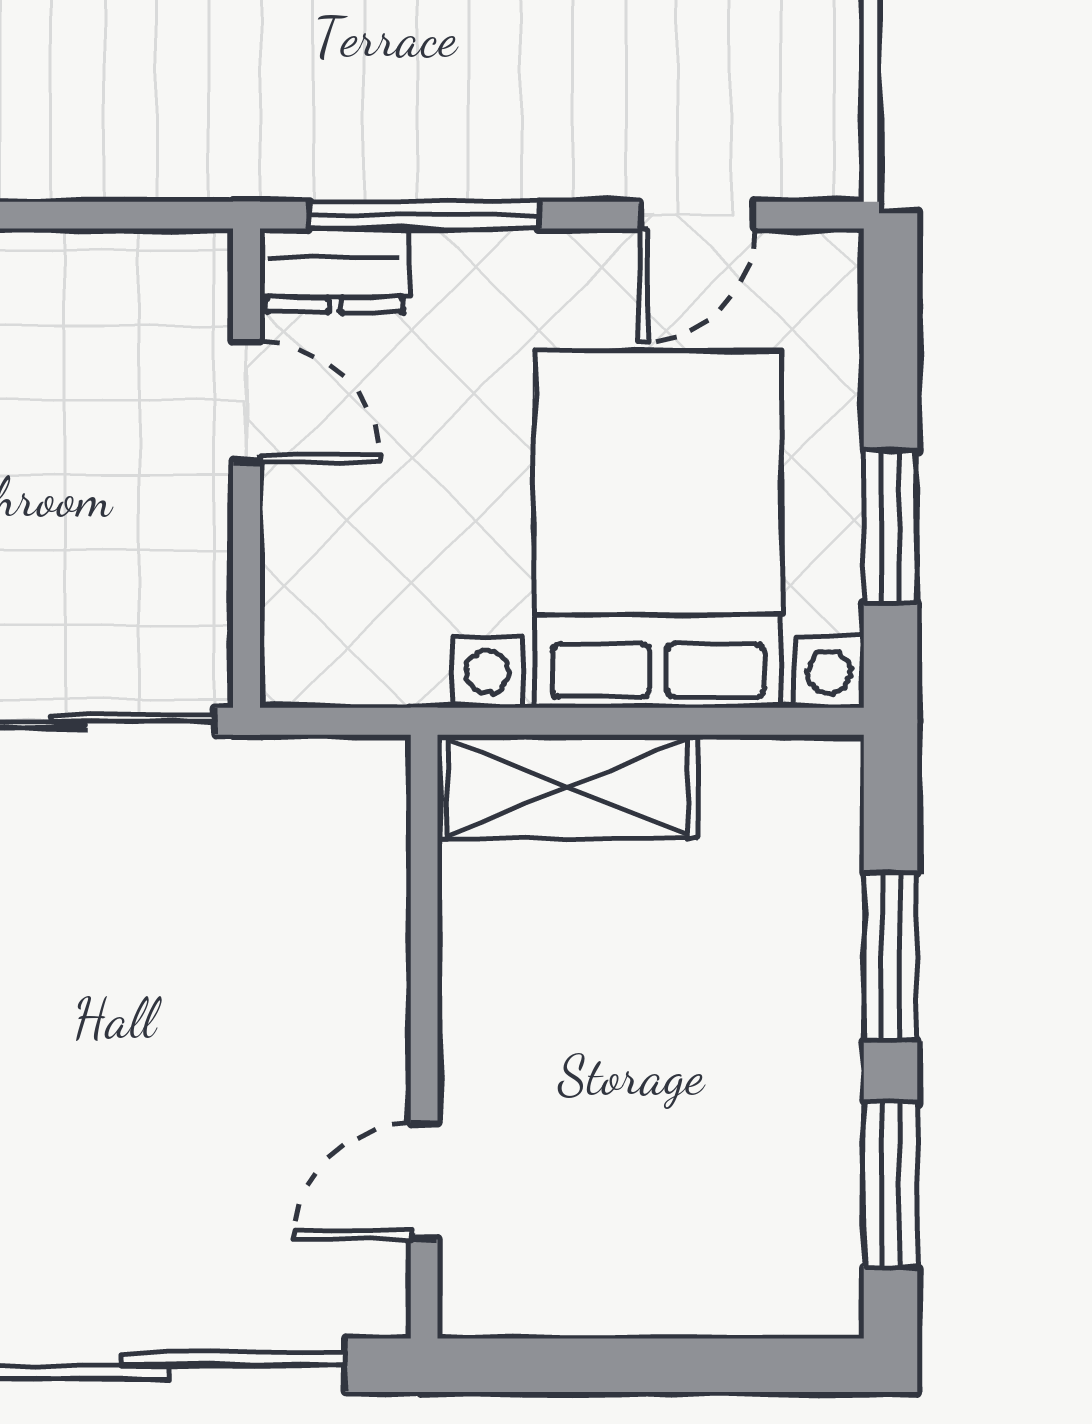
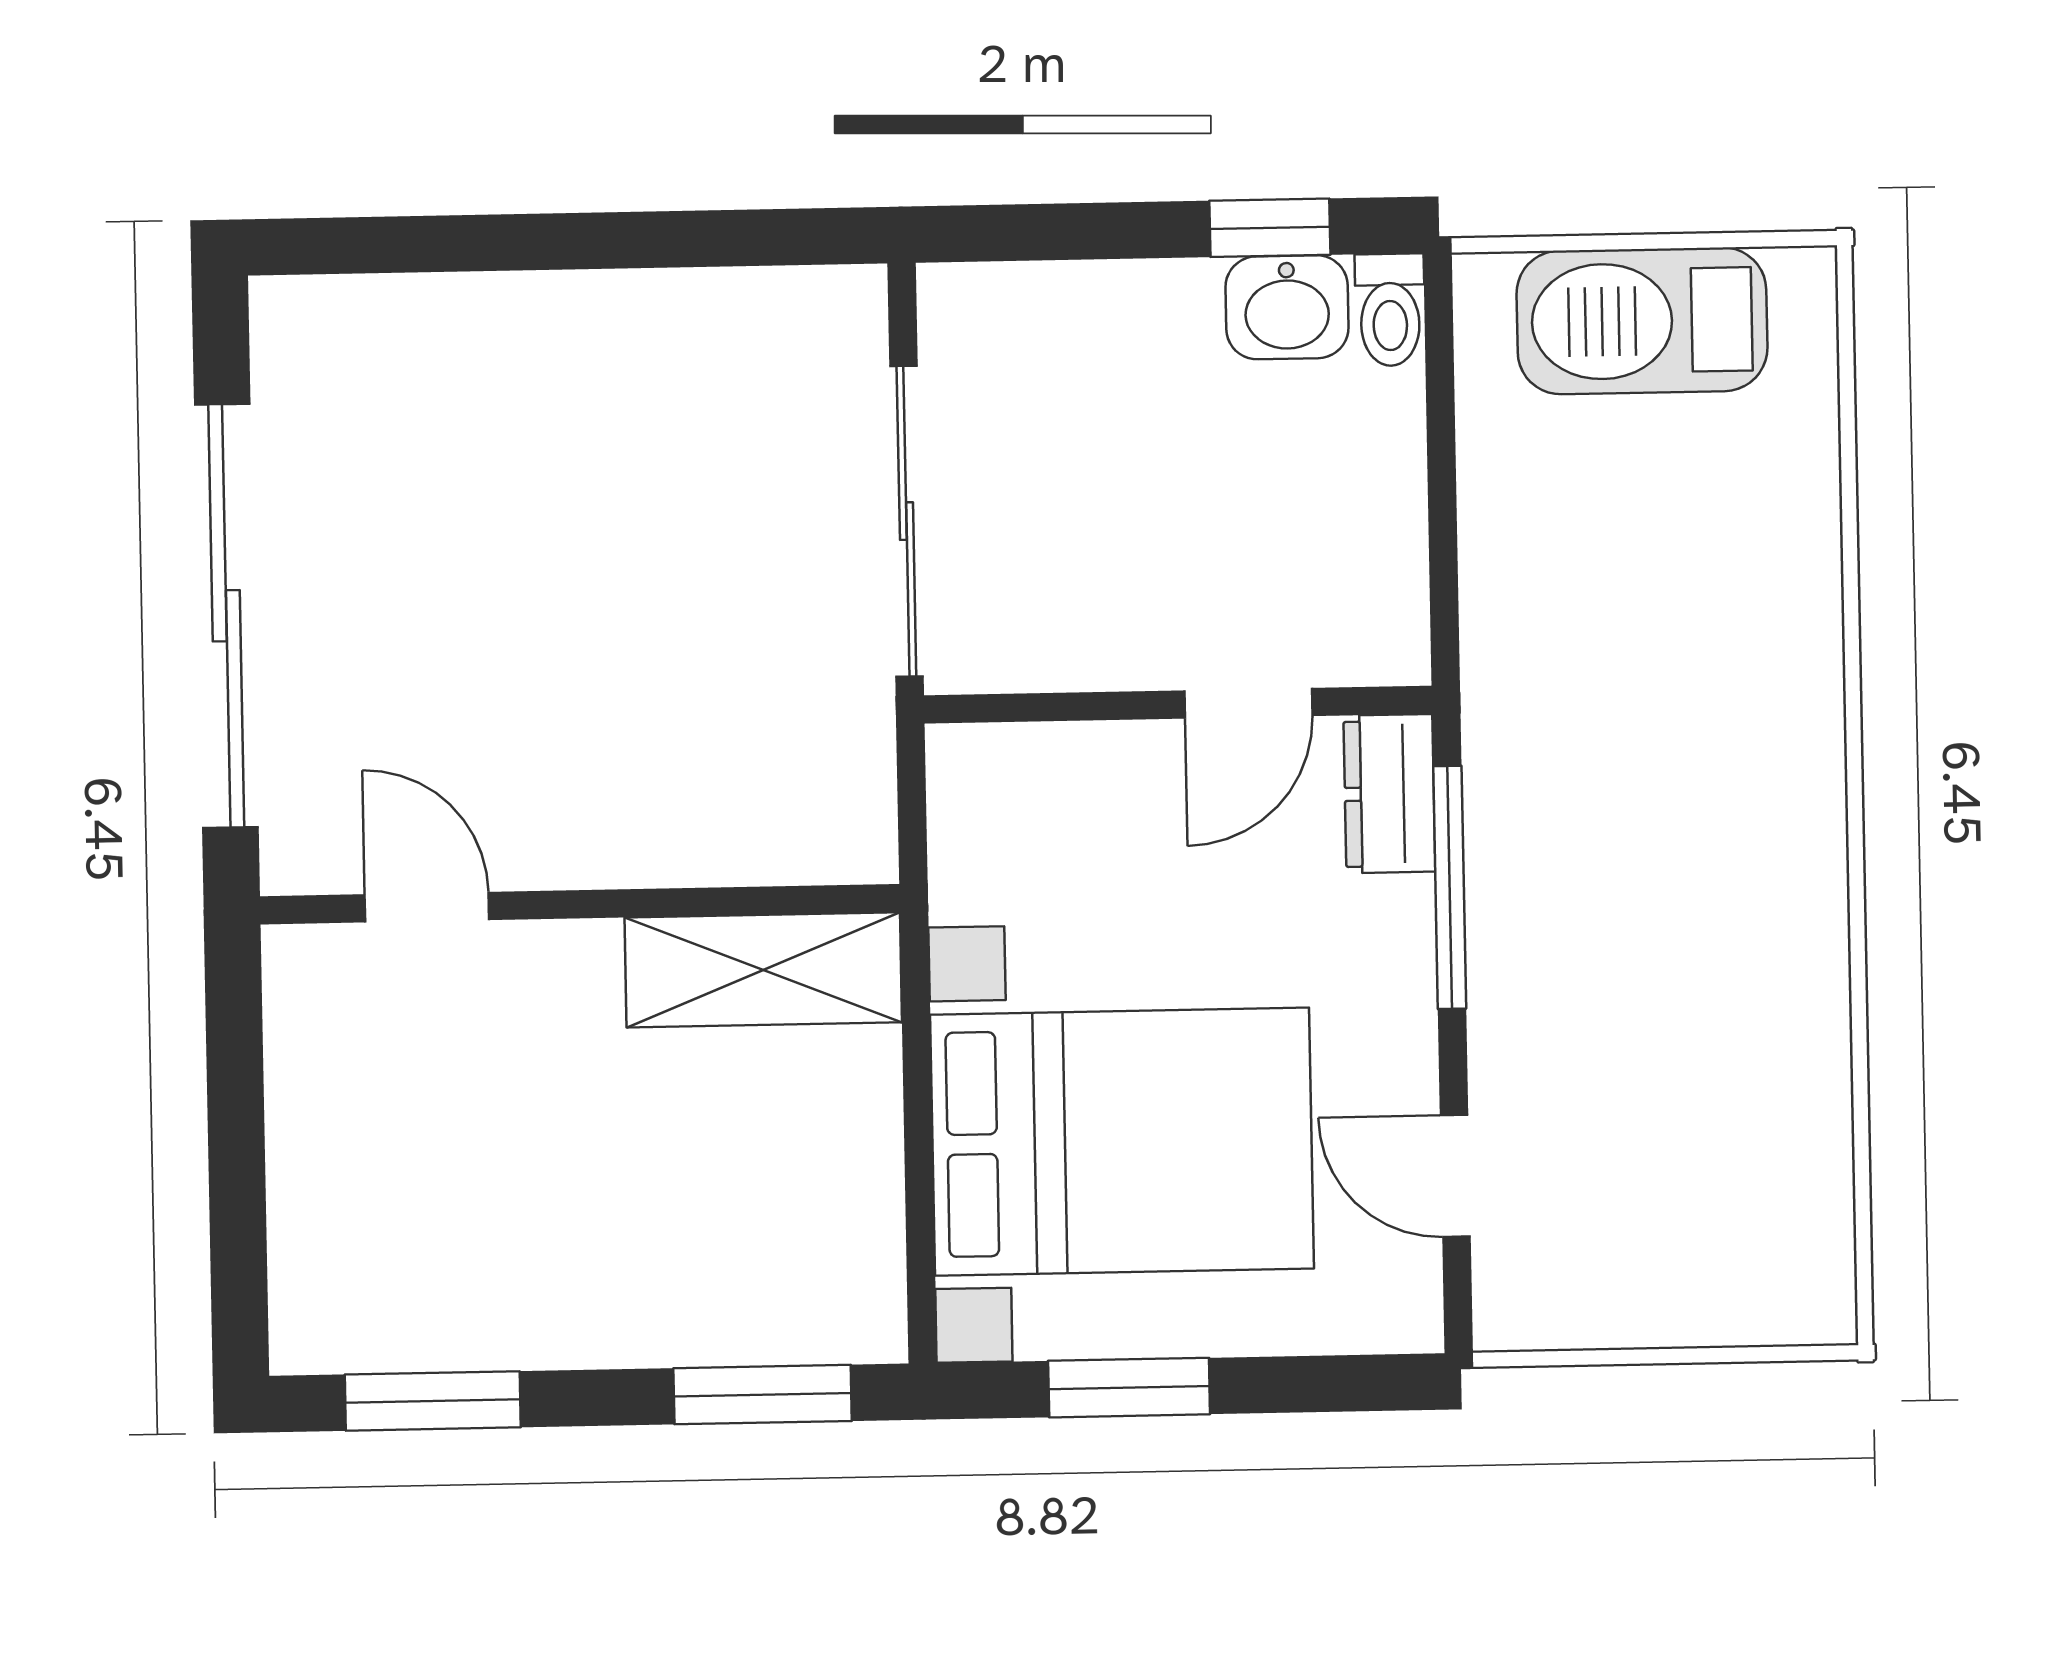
shelving: (568, 787) -> (763, 970), moved, turned 90
window: (890, 957) -> (763, 1395), moved

